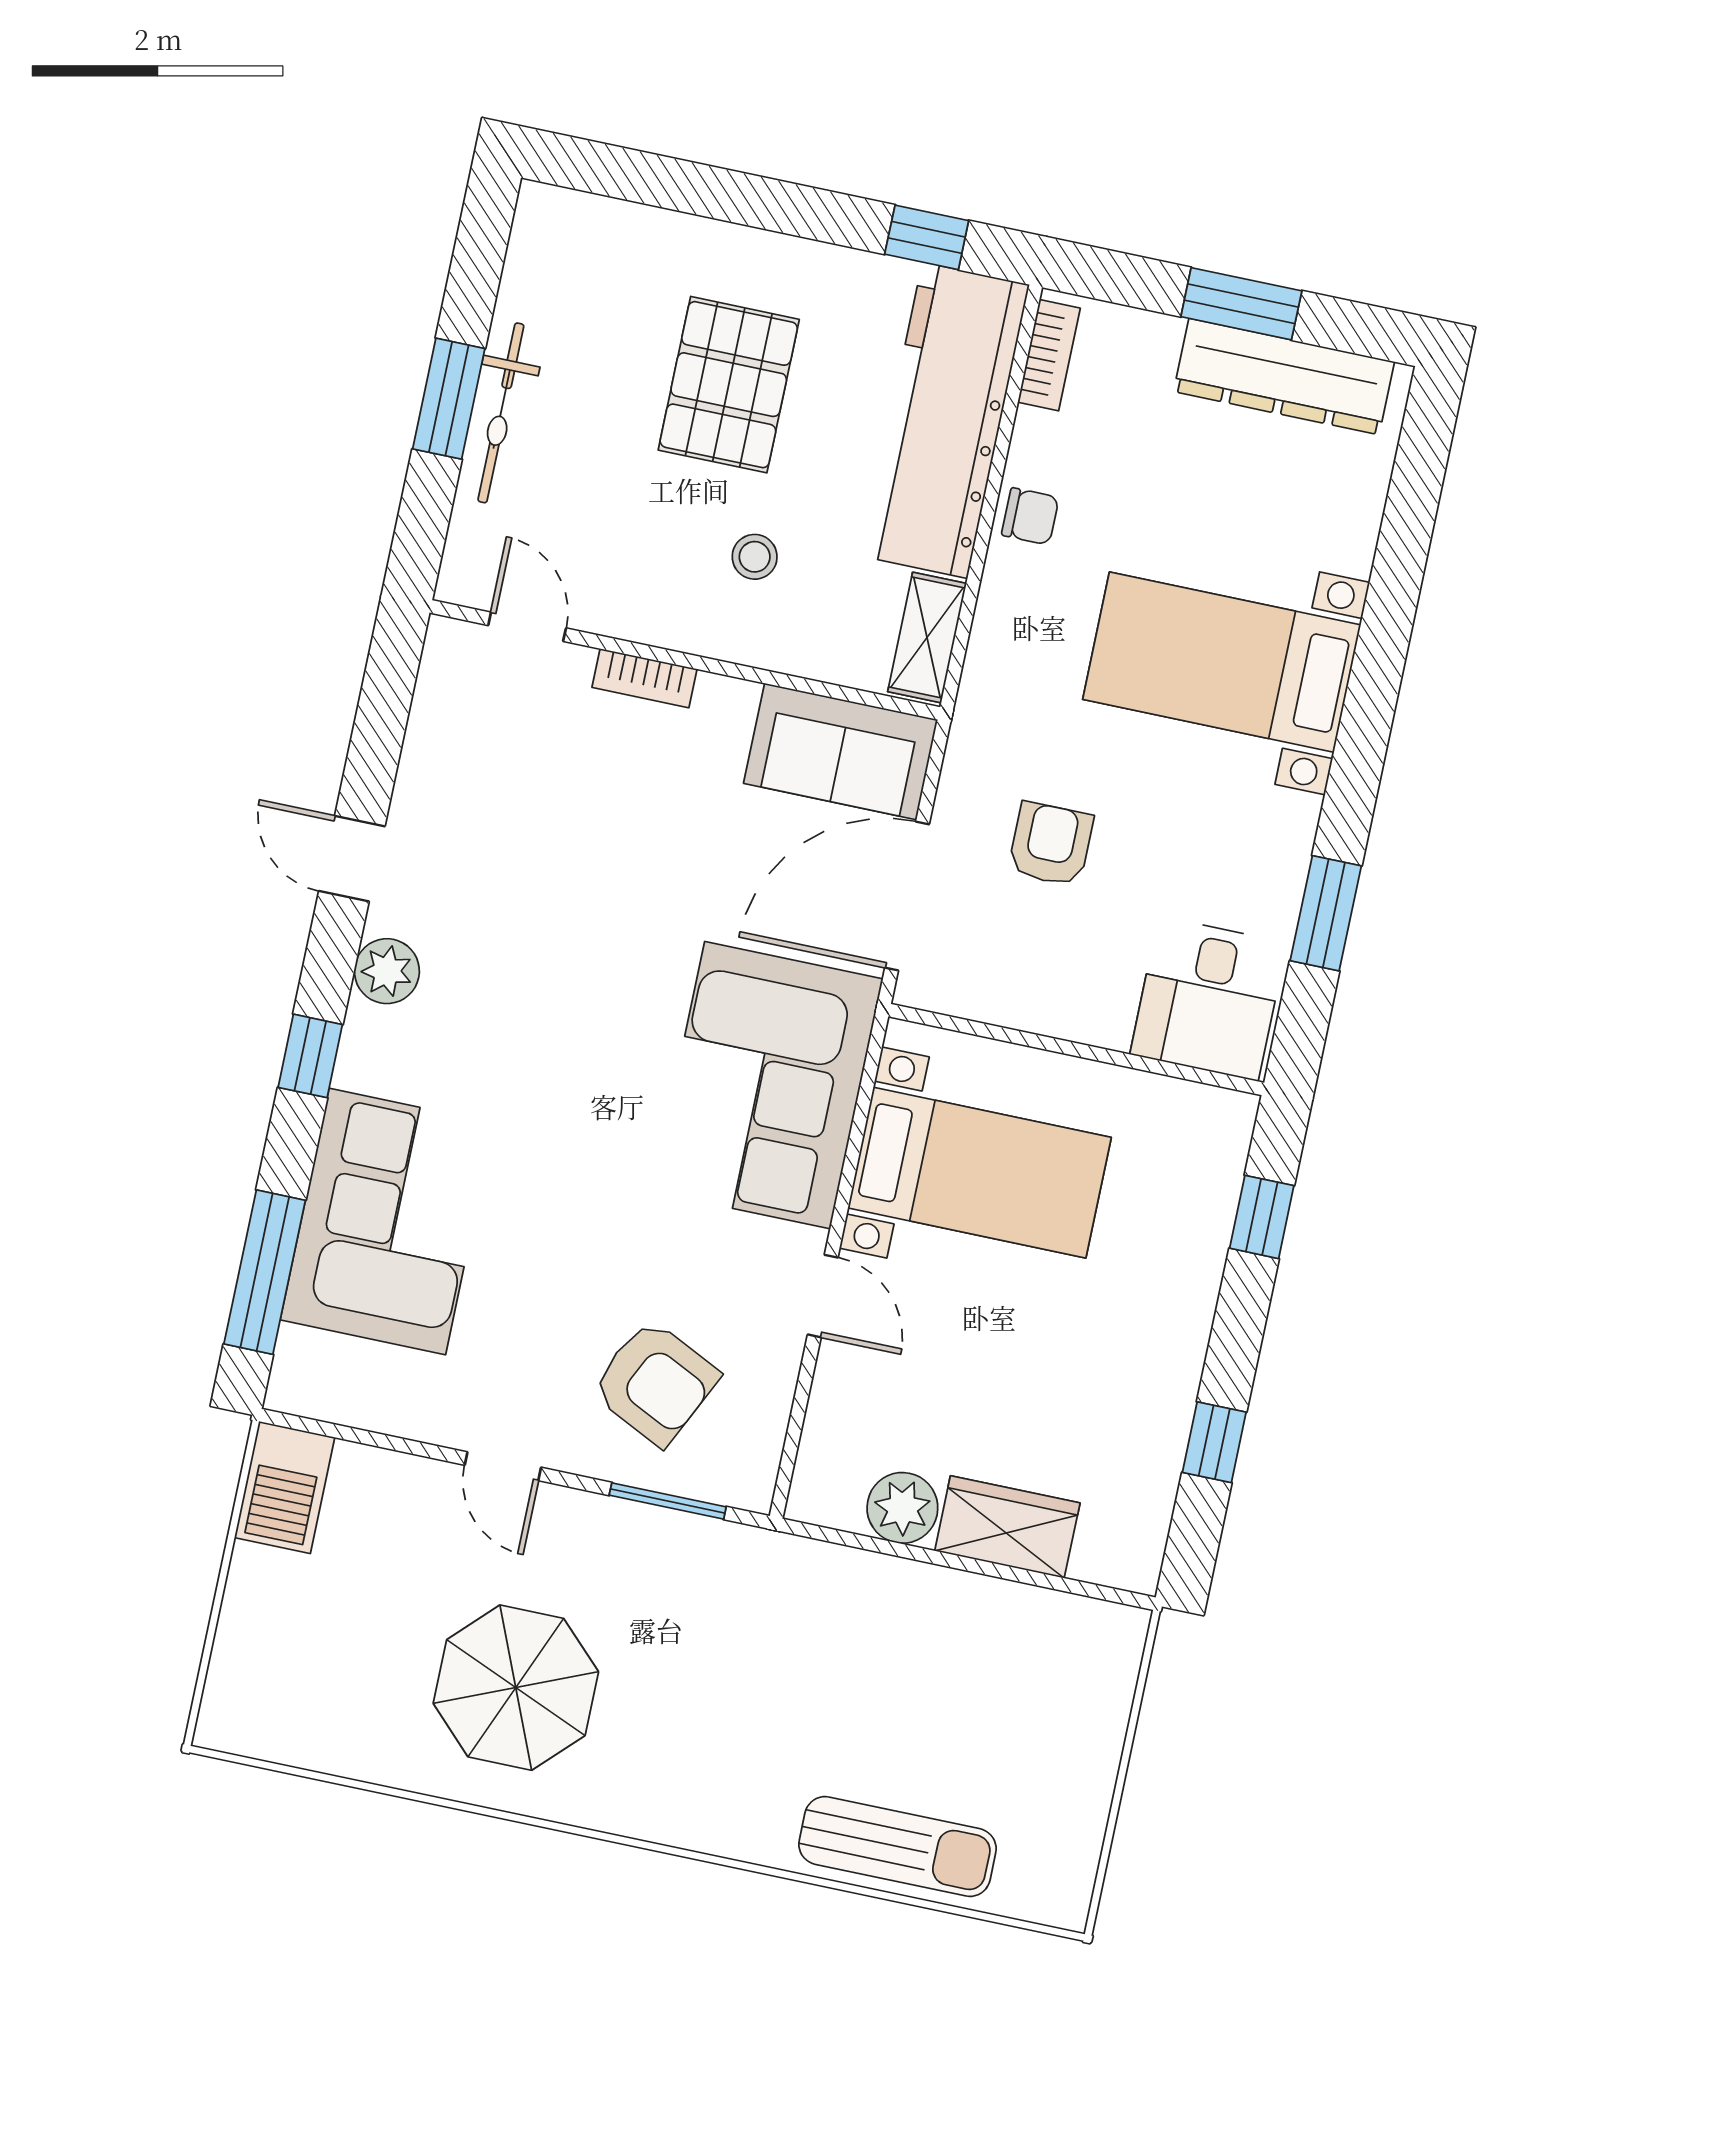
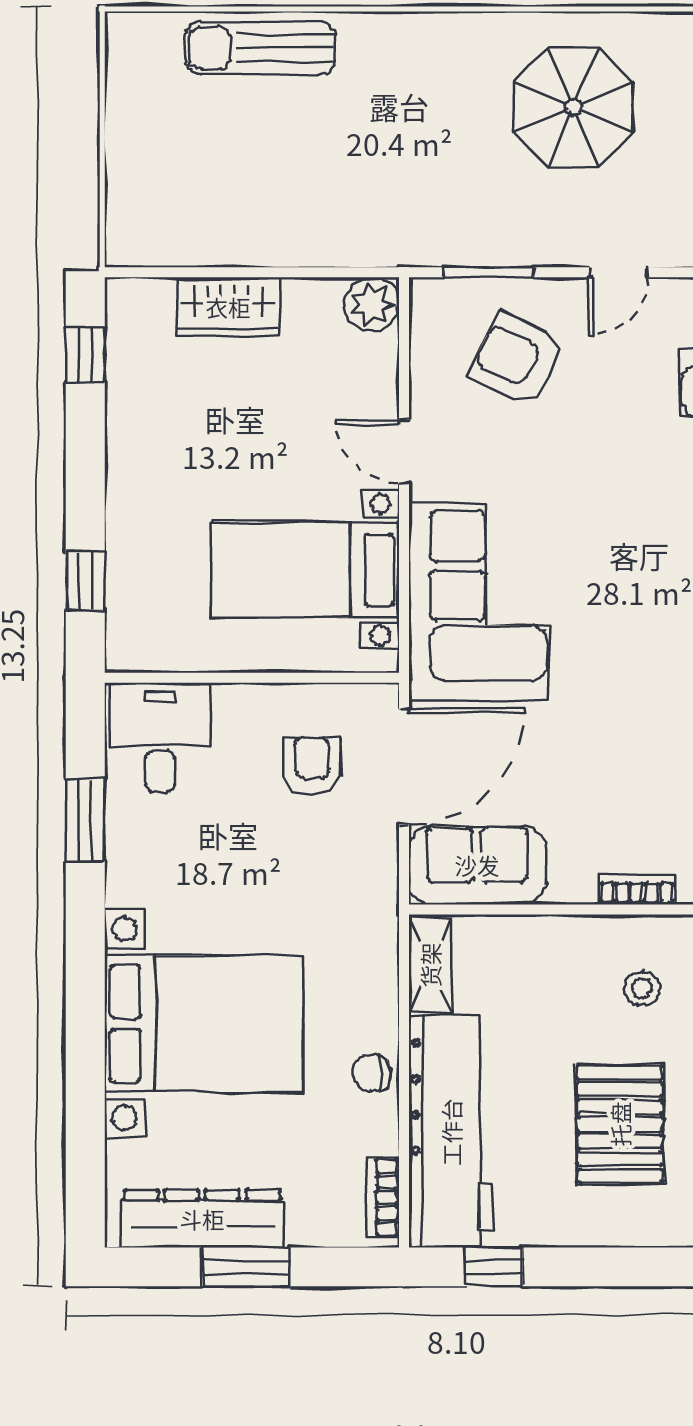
stool: (755, 557) -> (642, 988), moved
bed with nightstands: (1222, 662) -> (204, 1023), width x1.36
armchair: (1051, 844) -> (312, 766), moved, turned 180
window: (1214, 1442) -> (85, 355), moved
door: (503, 1466) -> (618, 272), swing flipped
plant: (902, 1508) -> (372, 304), moved

